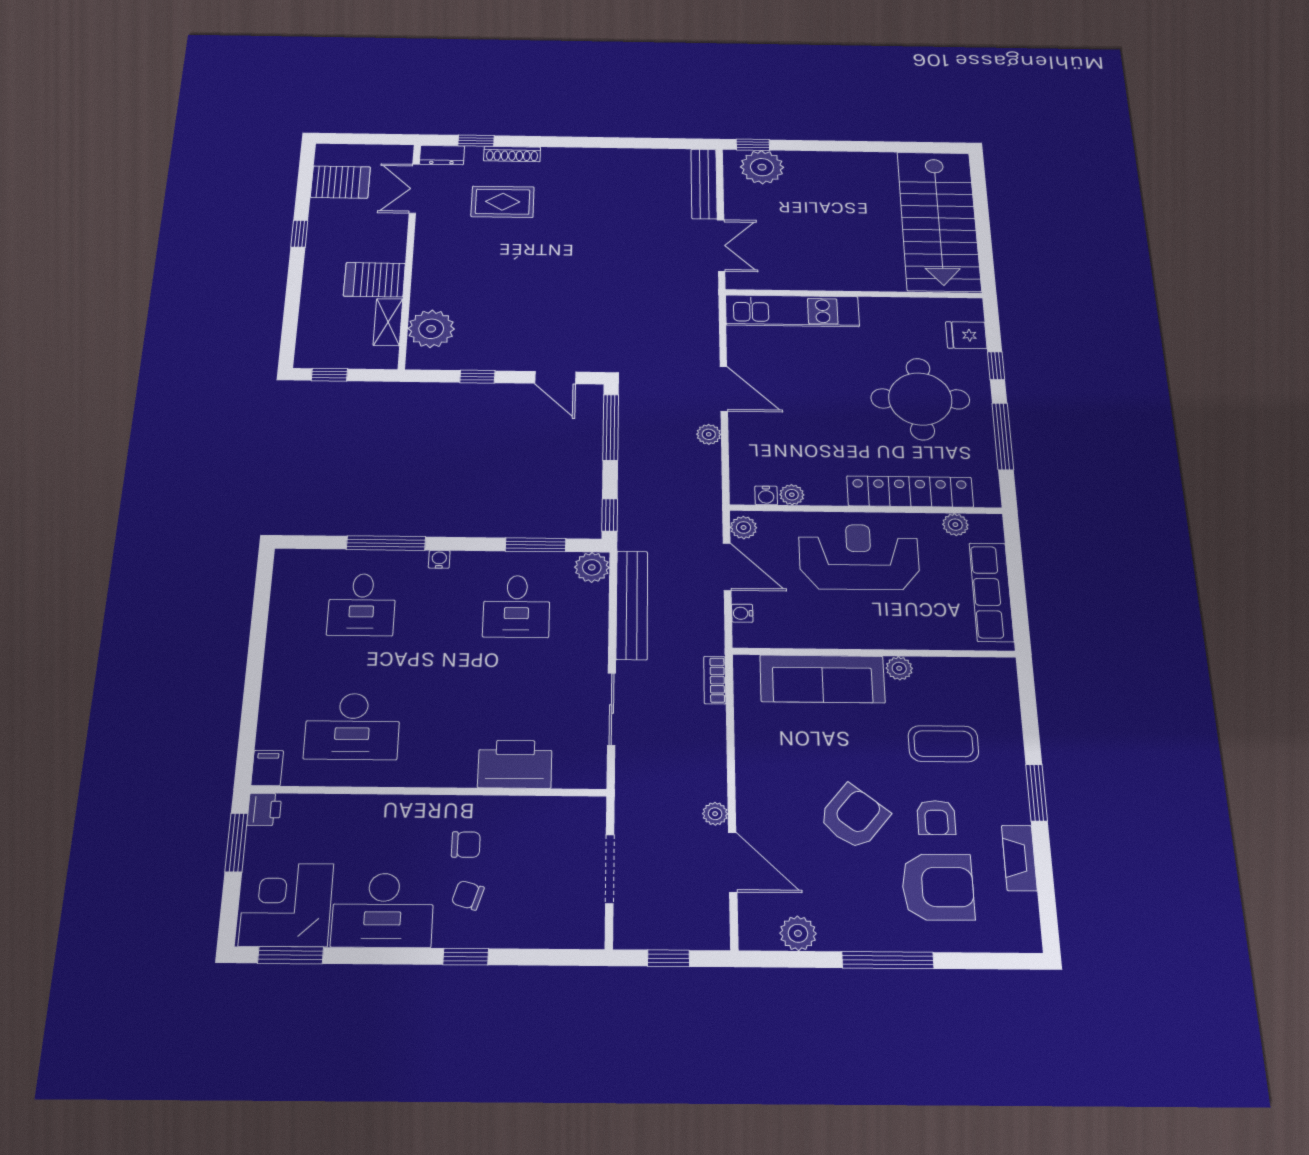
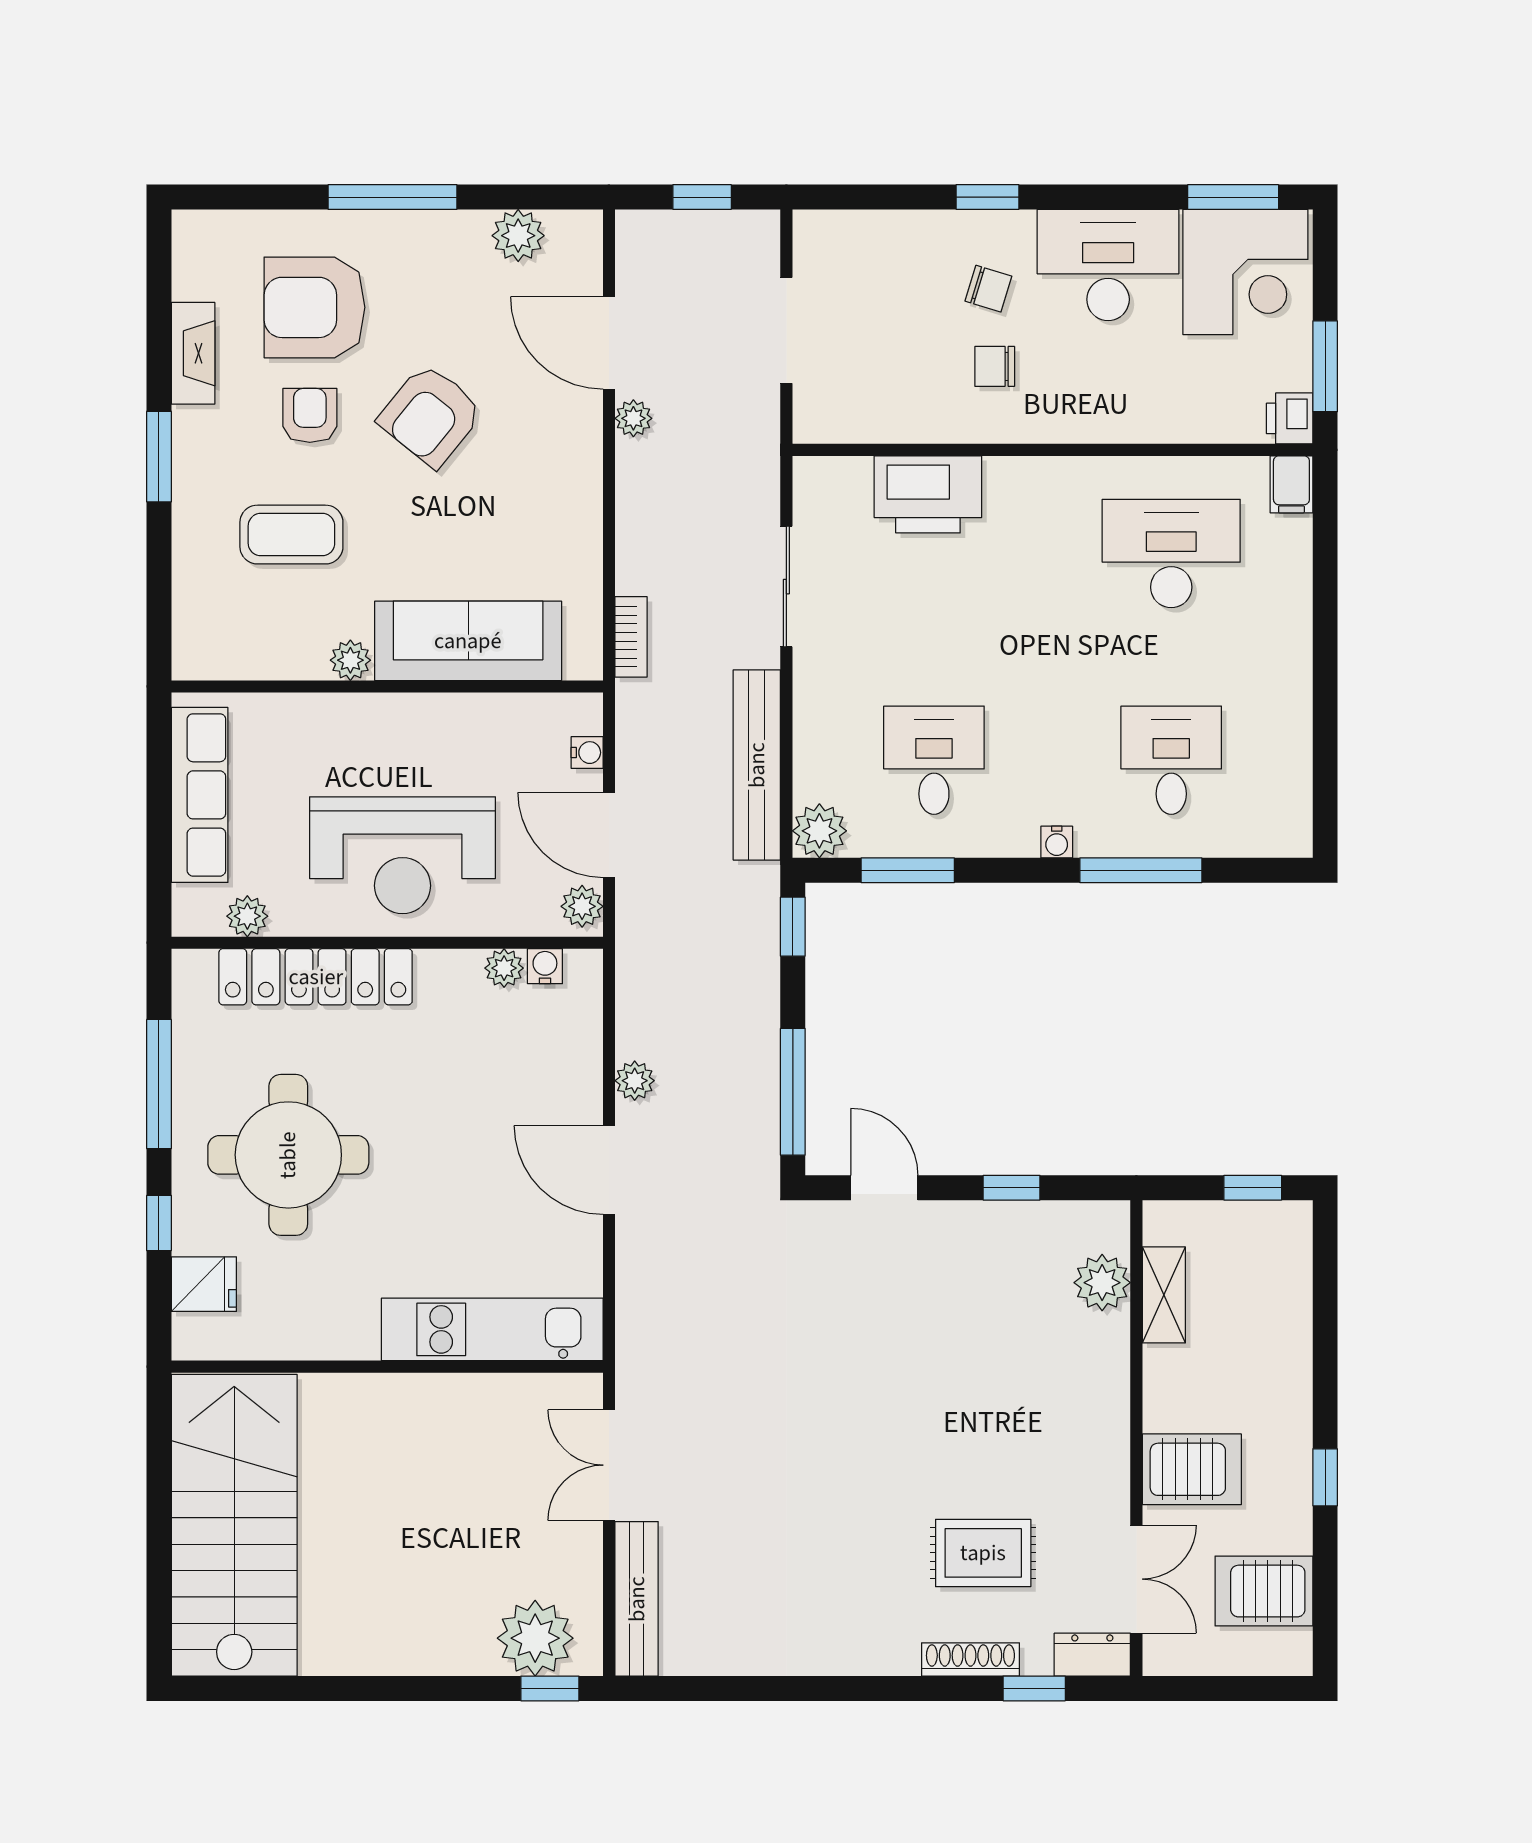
server rack: (374, 280) -> (1192, 1469), moved
plant: (431, 329) -> (1102, 1283), width x0.73, depth x0.73

